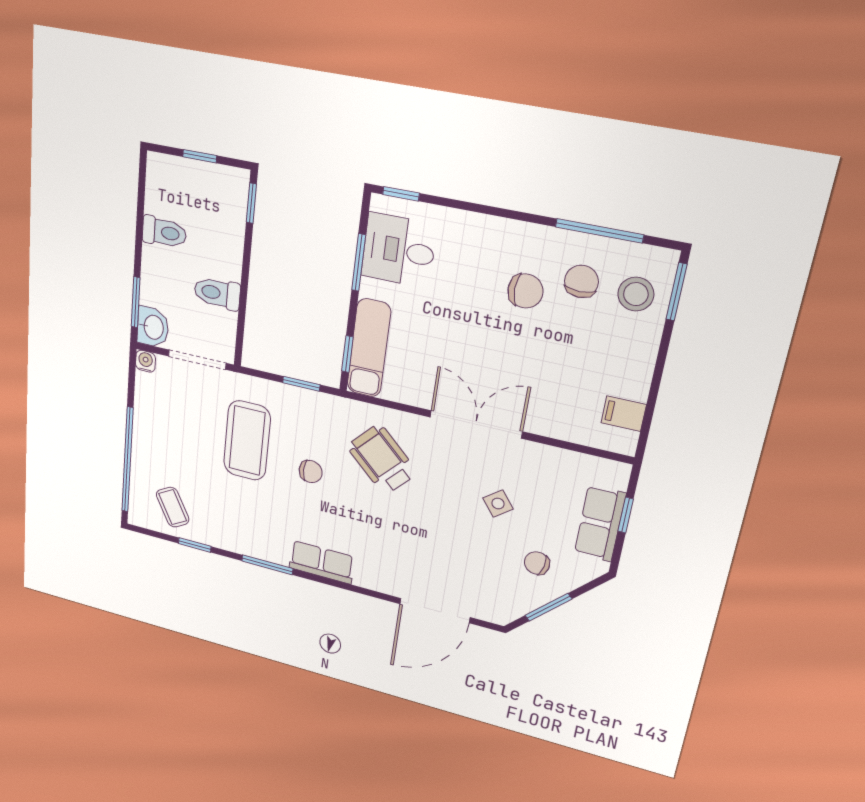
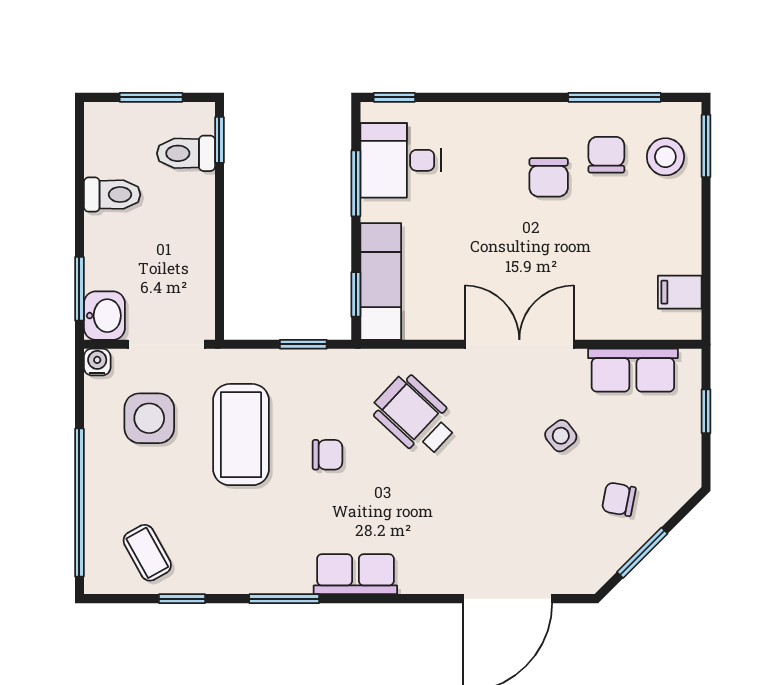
window: (200, 156) -> (151, 97), width x1.50
chair: (525, 291) -> (549, 177), turned 90
toilet: (217, 293) -> (186, 153), moved
side table: (181, 412) -> (149, 418), added
row of seats: (600, 523) -> (633, 370), moved, turned -90

